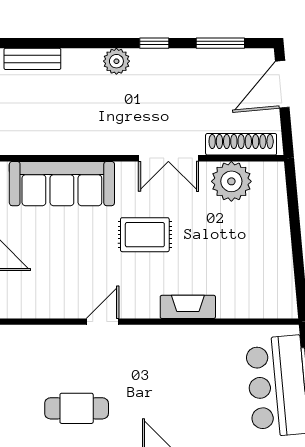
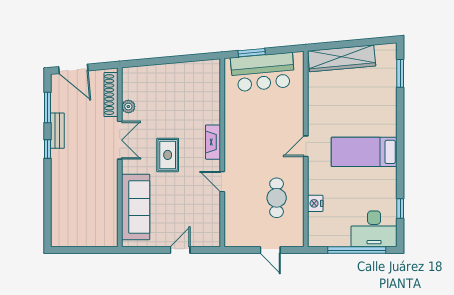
bench: (32, 59) -> (57, 131), moved
plant: (116, 61) -> (59, 173), removed
plant: (231, 181) -> (128, 107), width x0.53, depth x0.53
fireplace: (188, 307) -> (213, 142), moved

